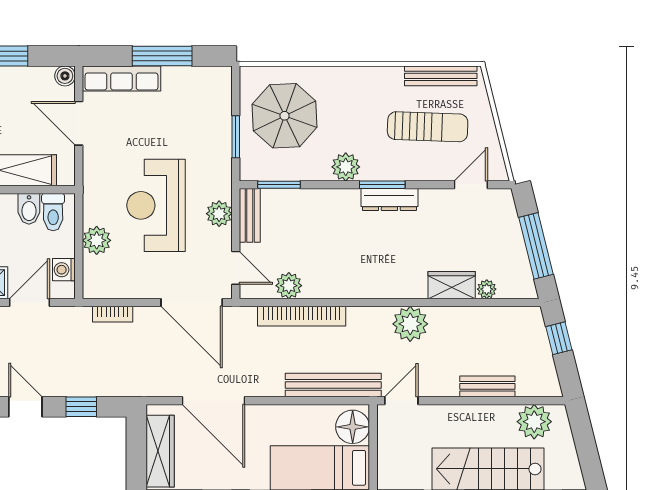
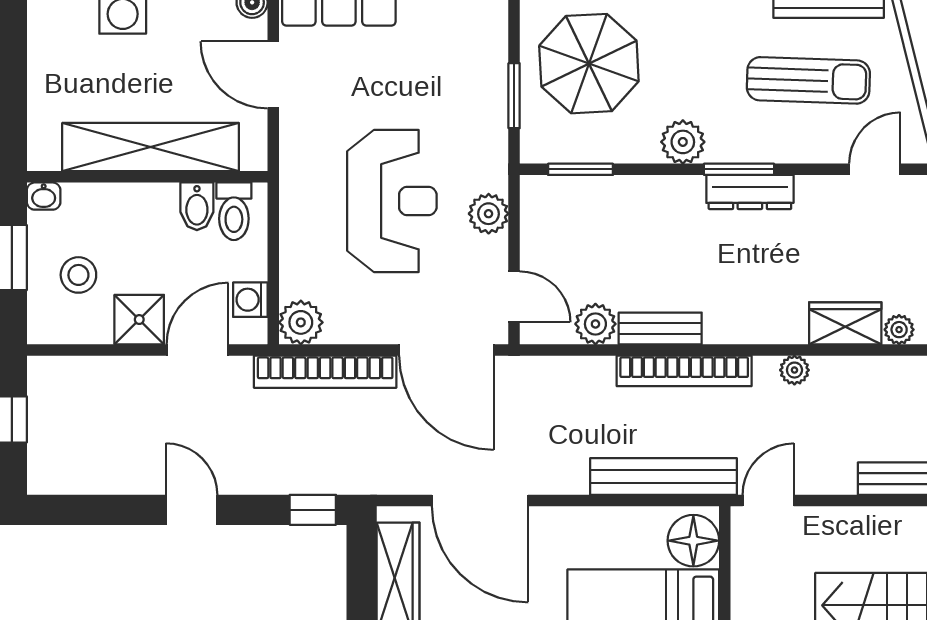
reception desk: (156, 205) -> (392, 201), turned 180
bench: (250, 215) -> (660, 328), moved, turned 90
plant: (97, 240) -> (301, 322), moved
bookcase: (113, 314) -> (325, 372), width x2.31, depth x1.31
bookcase: (302, 316) -> (684, 371), moved
plant: (410, 324) -> (794, 370), width x0.53, depth x0.53
window: (81, 407) -> (313, 510), moved

